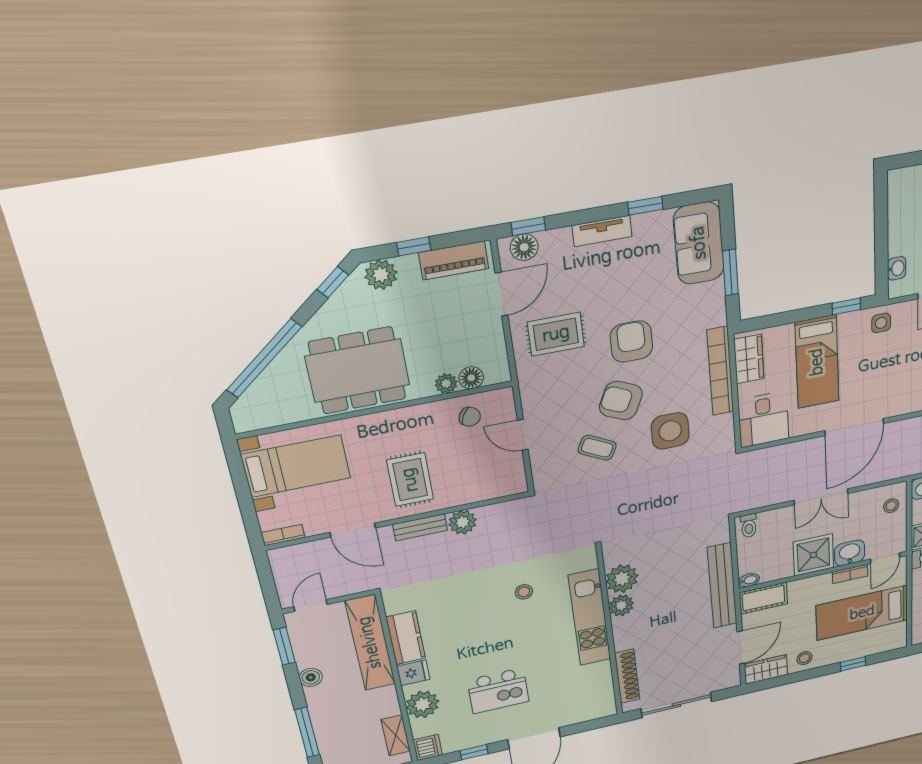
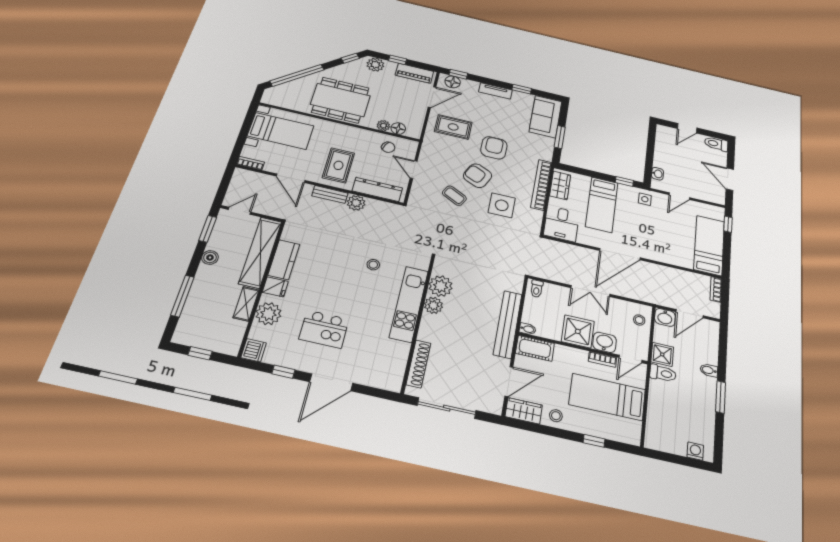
dresser: (483, 489) -> (377, 189), added
shelving: (396, 735) -> (246, 304), moved

